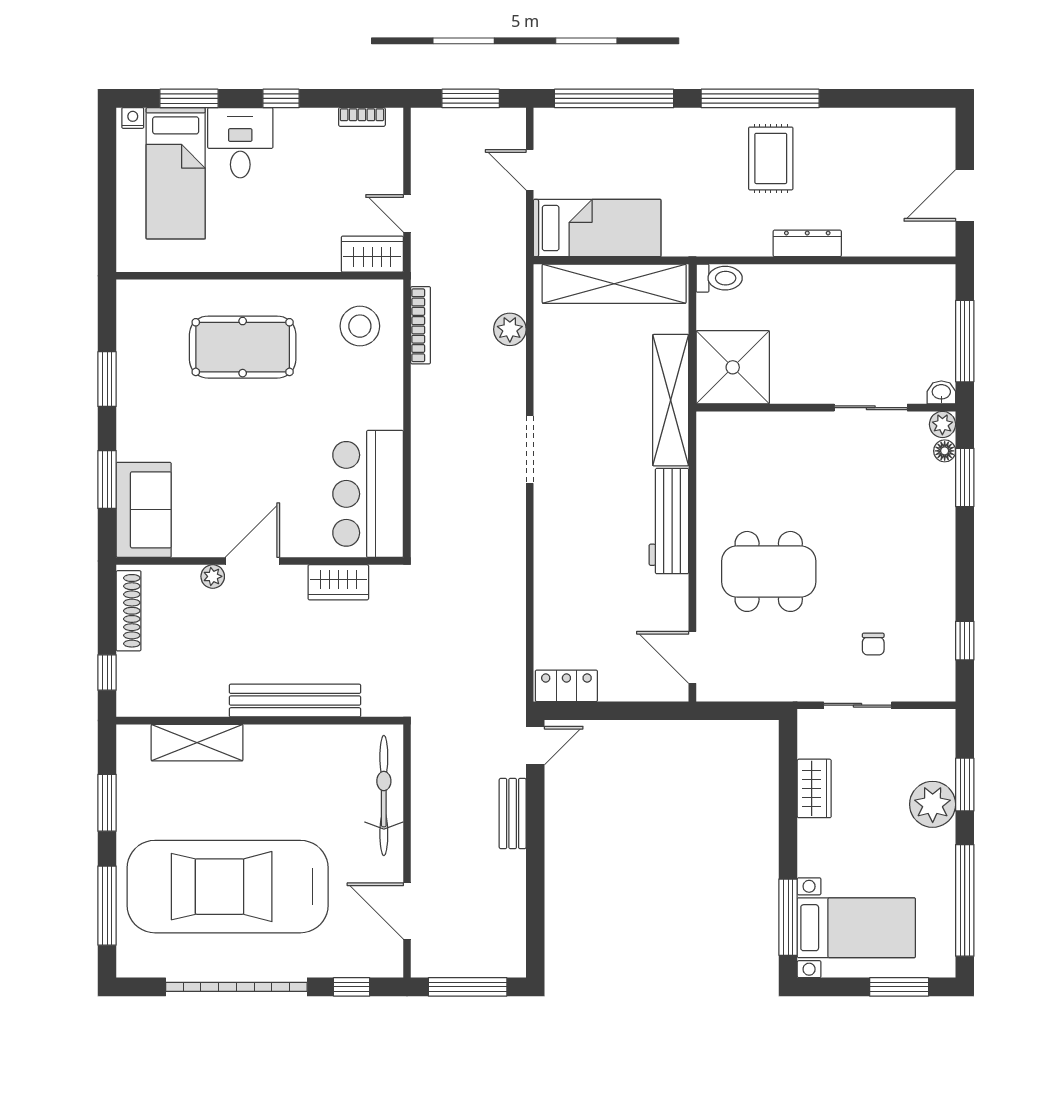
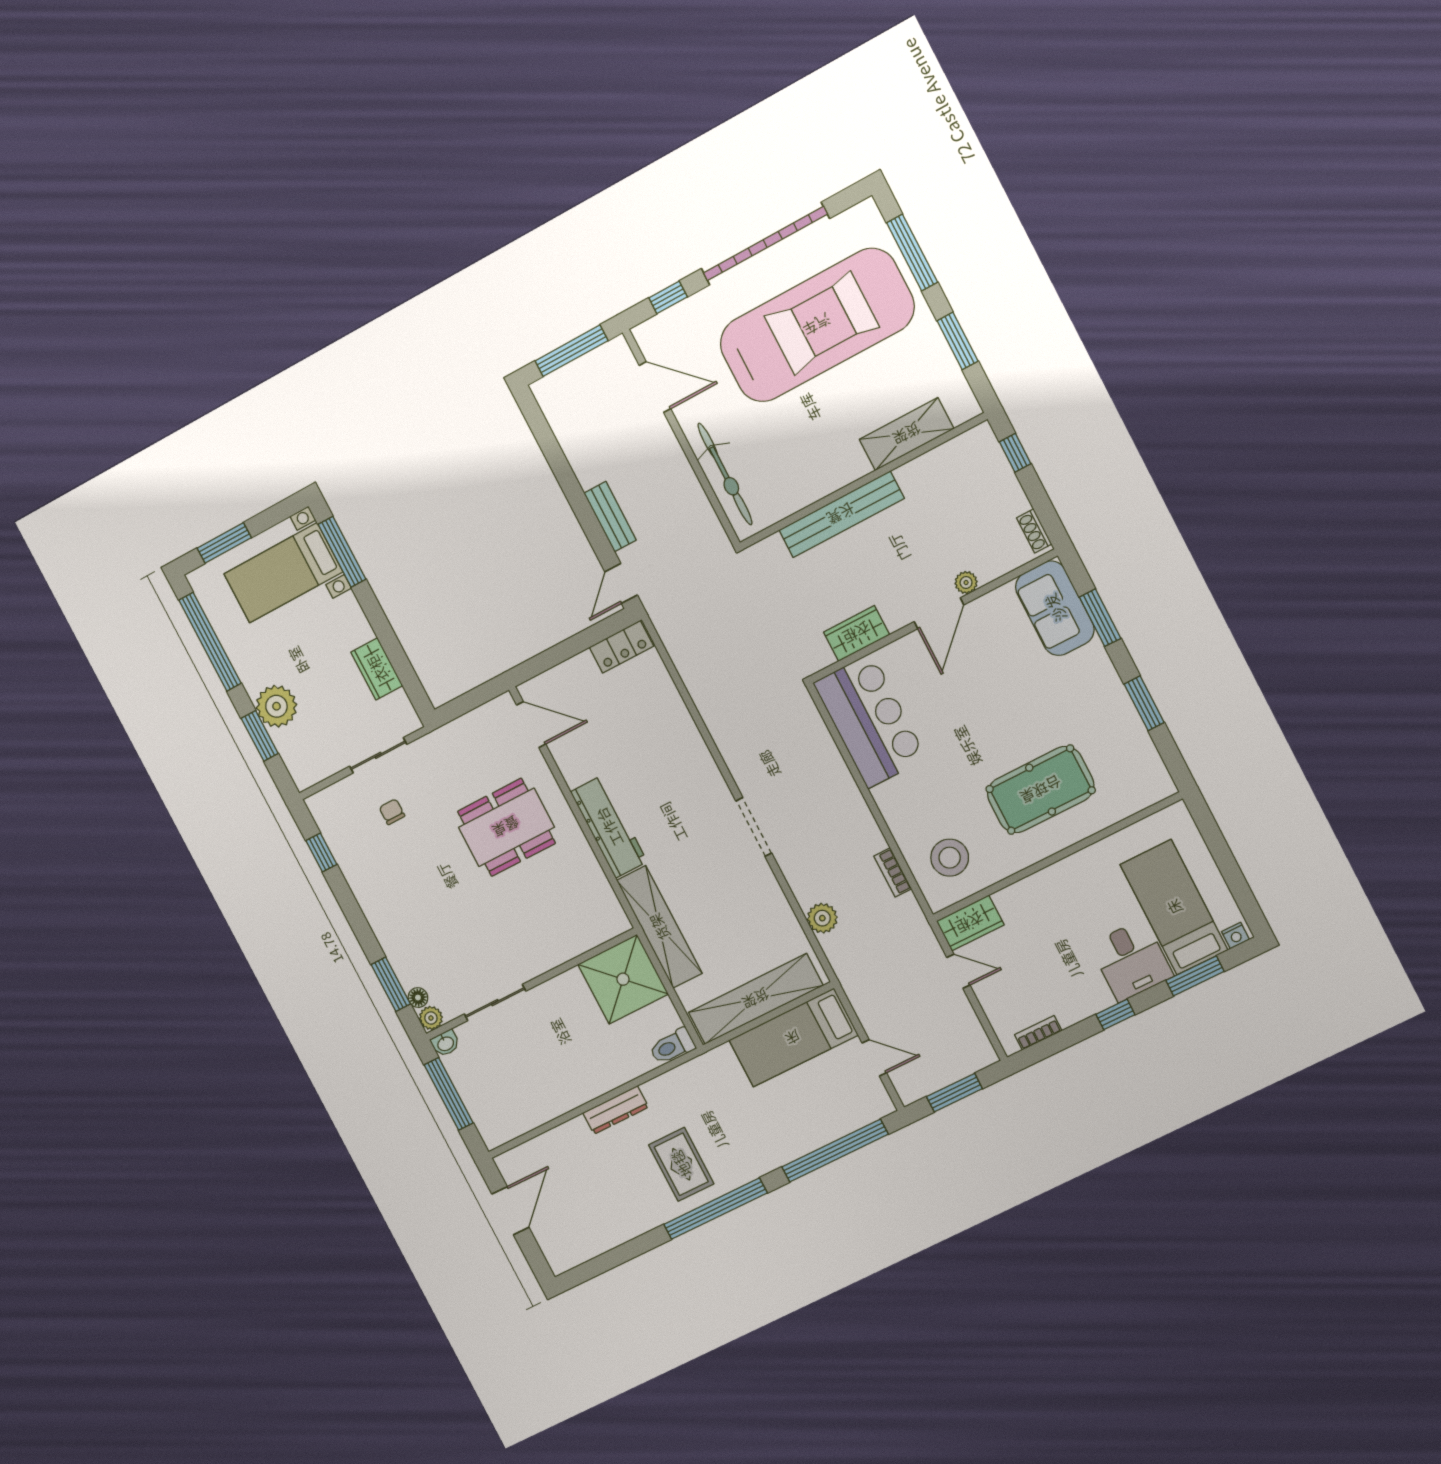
bookcase: (421, 325) -> (893, 872), width x0.64
shoe rack: (129, 611) -> (1034, 531), width x0.51, depth x0.81

